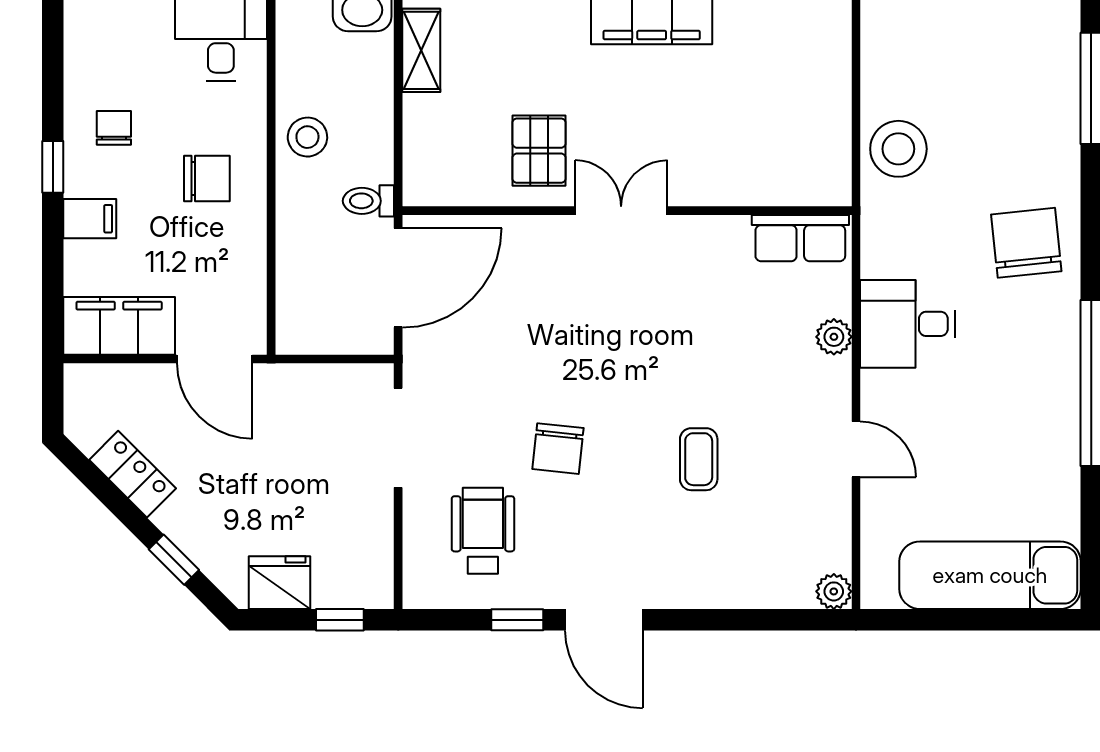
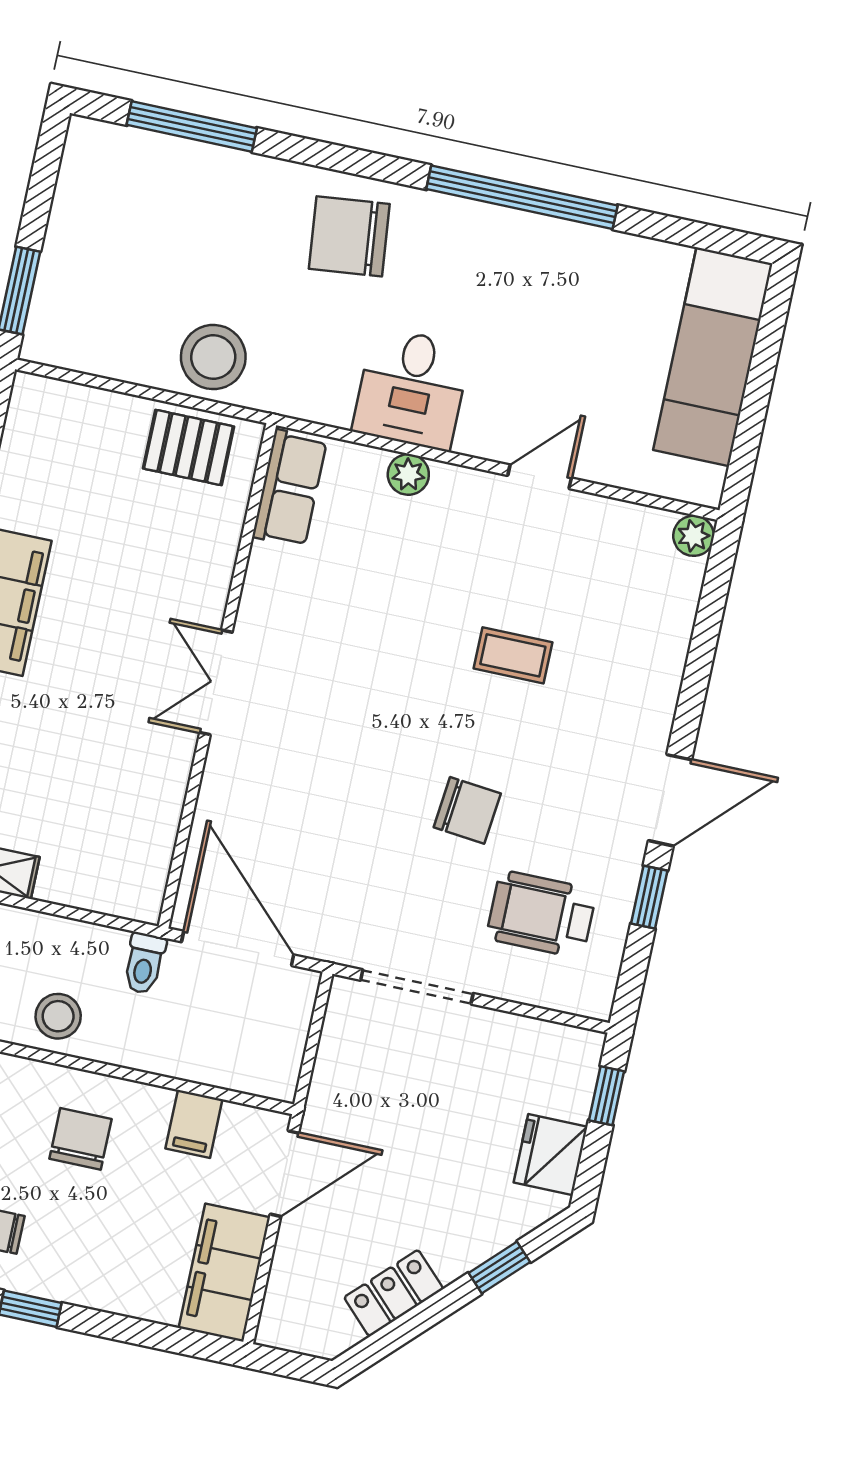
pallet: (539, 151) -> (188, 447), moved
filing cabinet: (90, 219) -> (194, 1124), moved, turned 180

